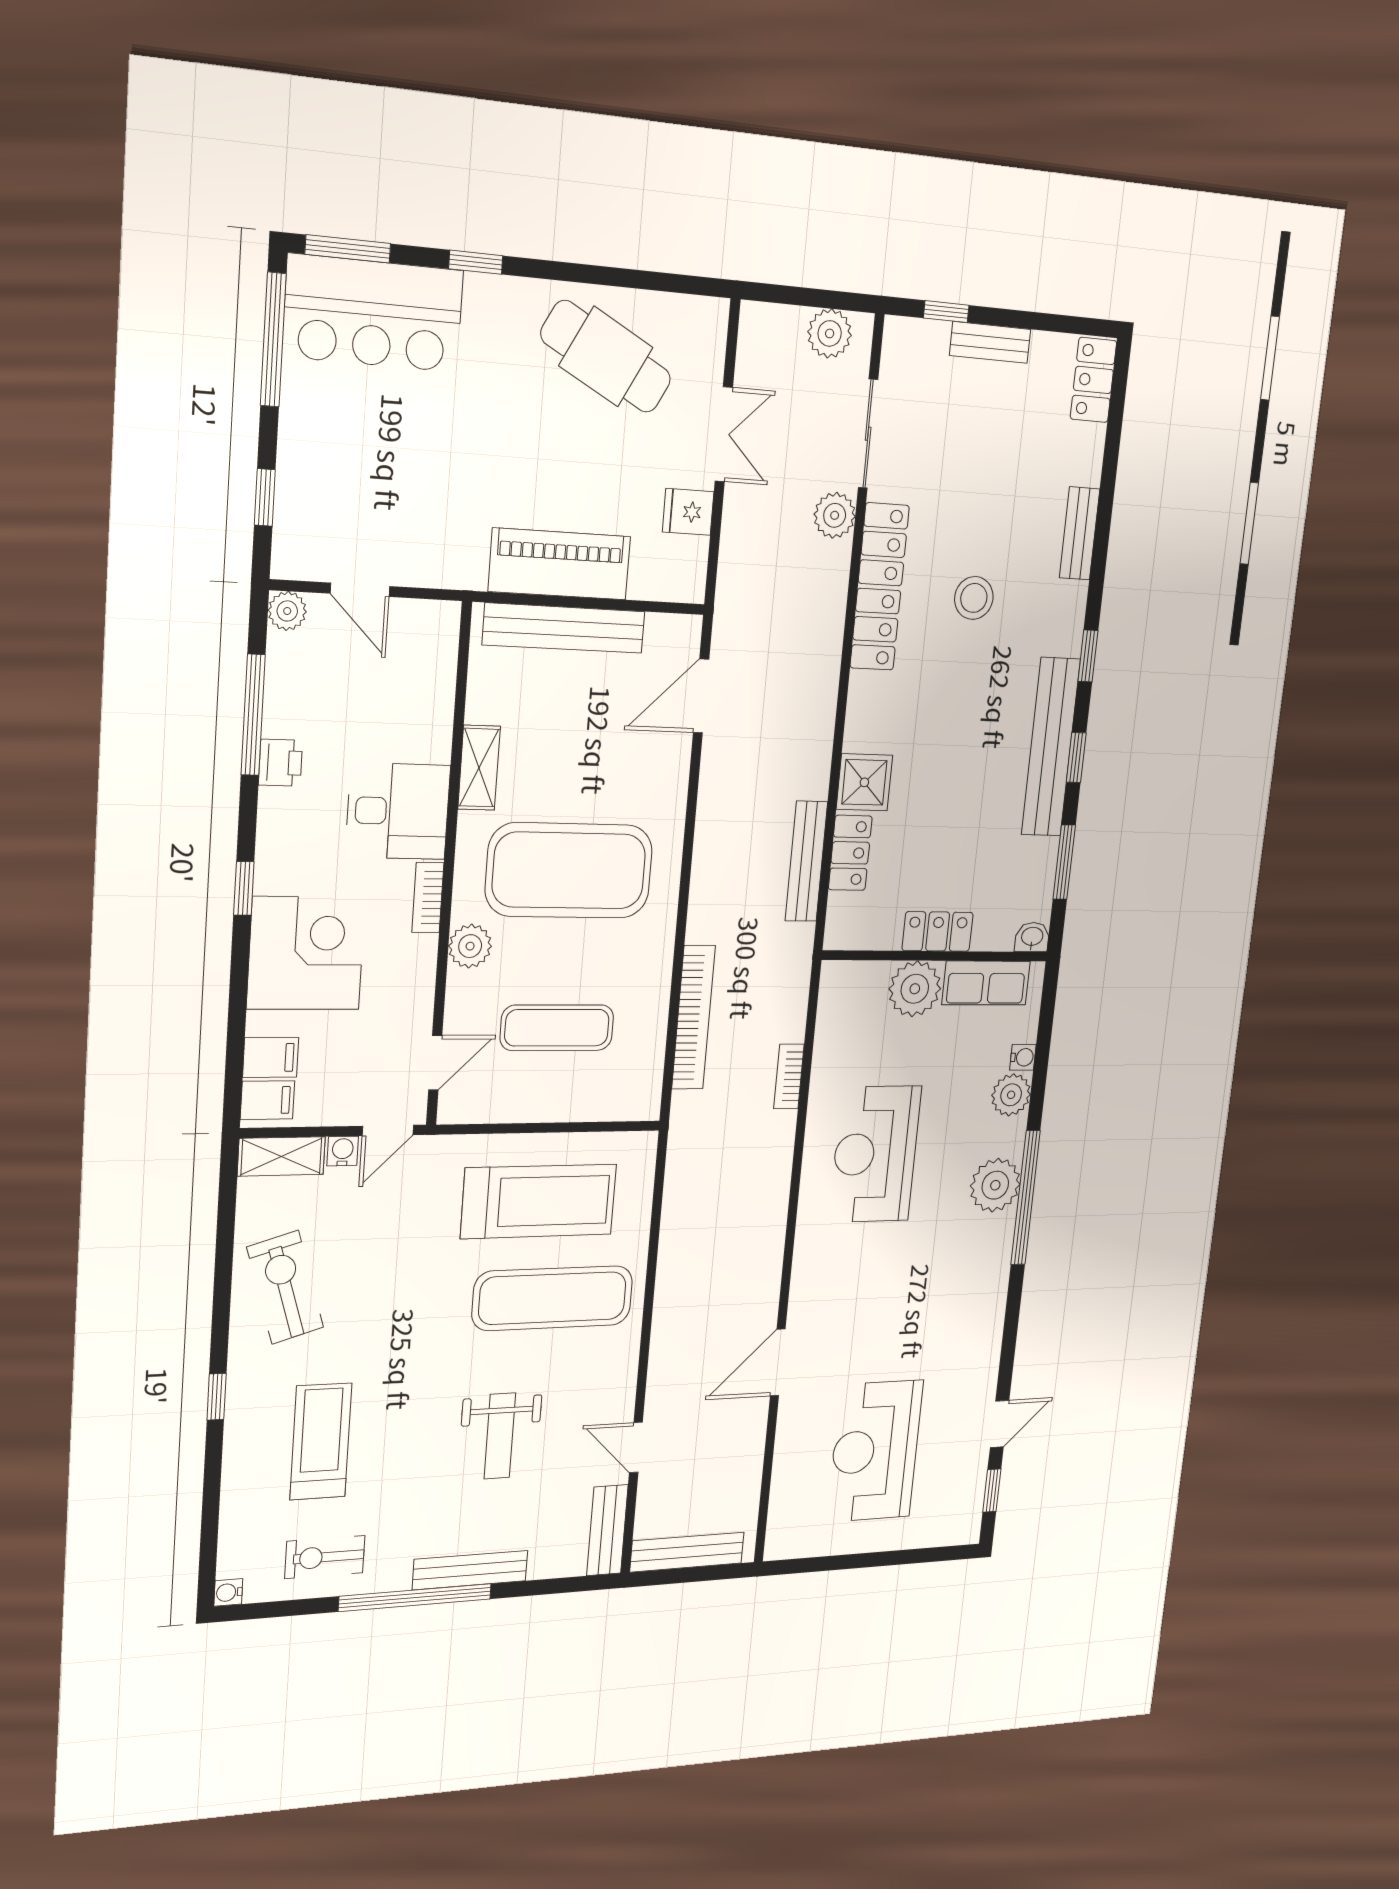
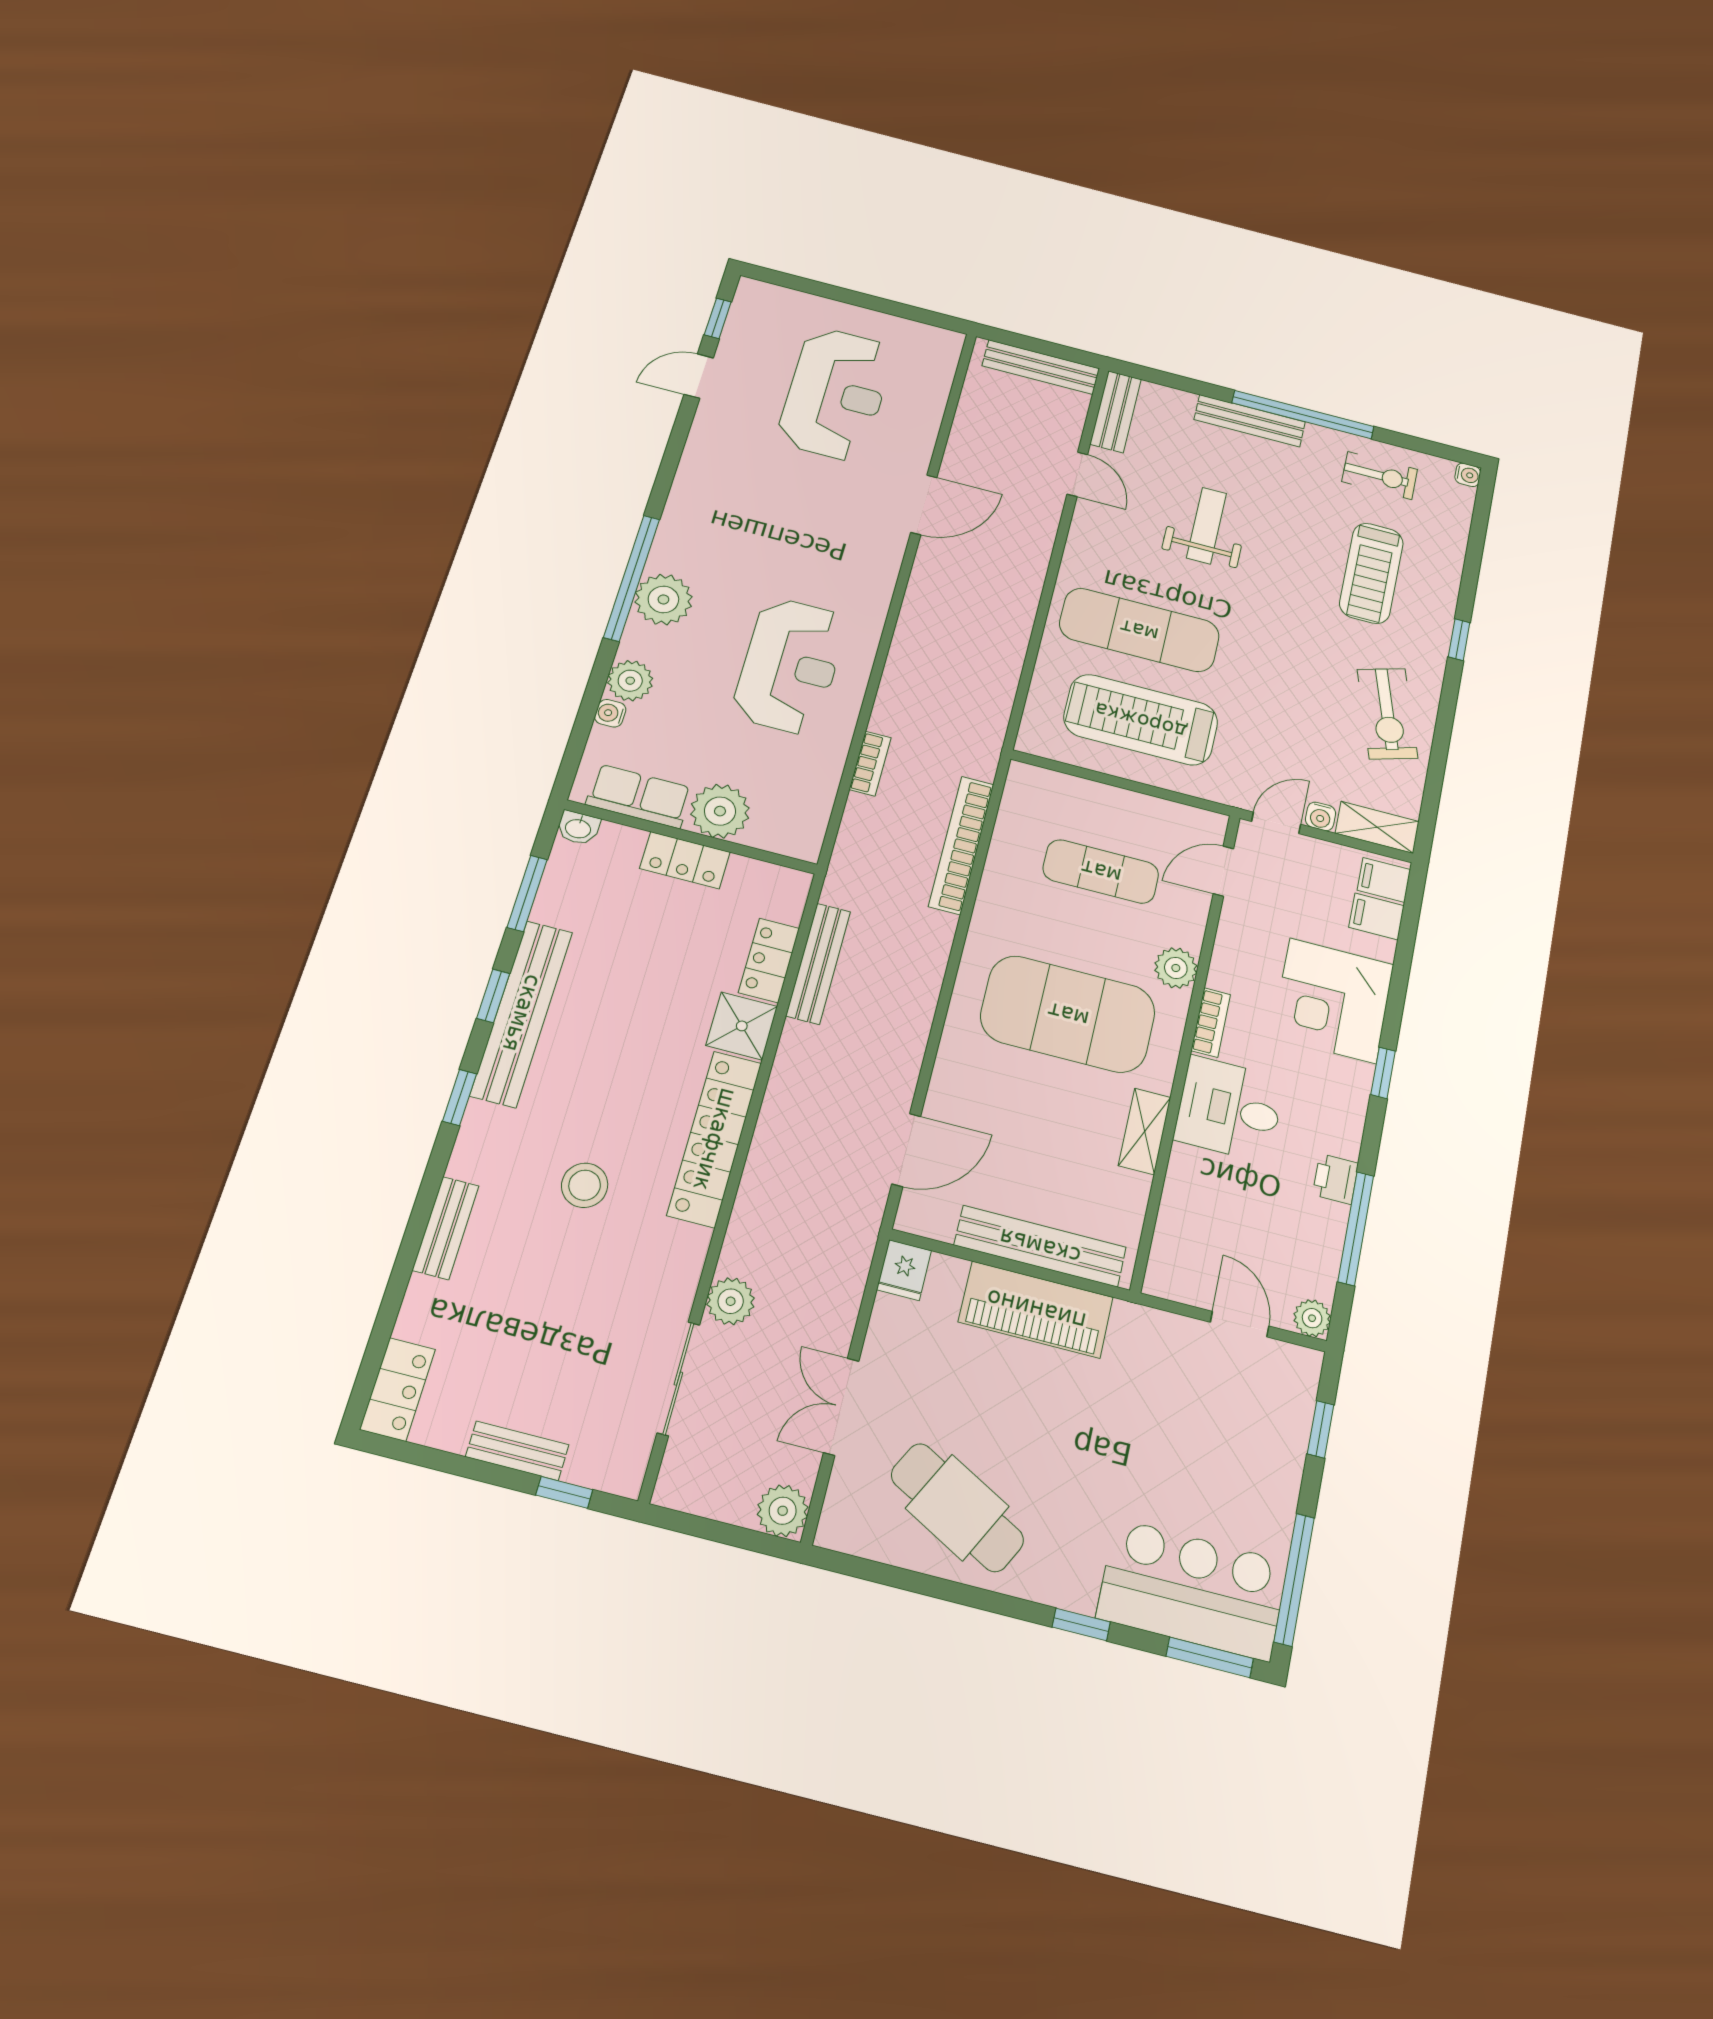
plant: (830, 333) -> (783, 1511), moved
fridge: (688, 512) -> (904, 1270), moved, turned 90
locker: (880, 587) -> (715, 1139), moved

